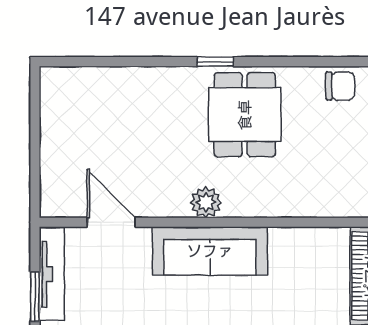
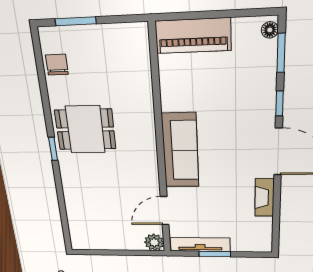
plant: (206, 202) -> (154, 242), moved

